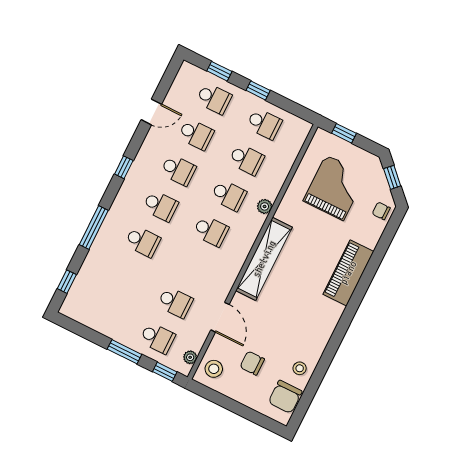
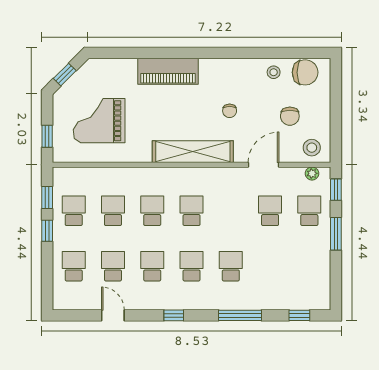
window: (219, 71) -> (47, 198), moved
plant: (265, 206) -> (146, 174), removed
chair: (381, 211) -> (230, 111), moved

